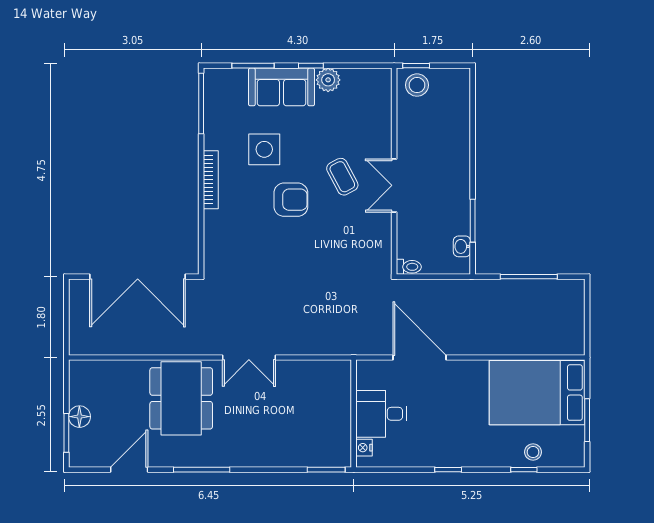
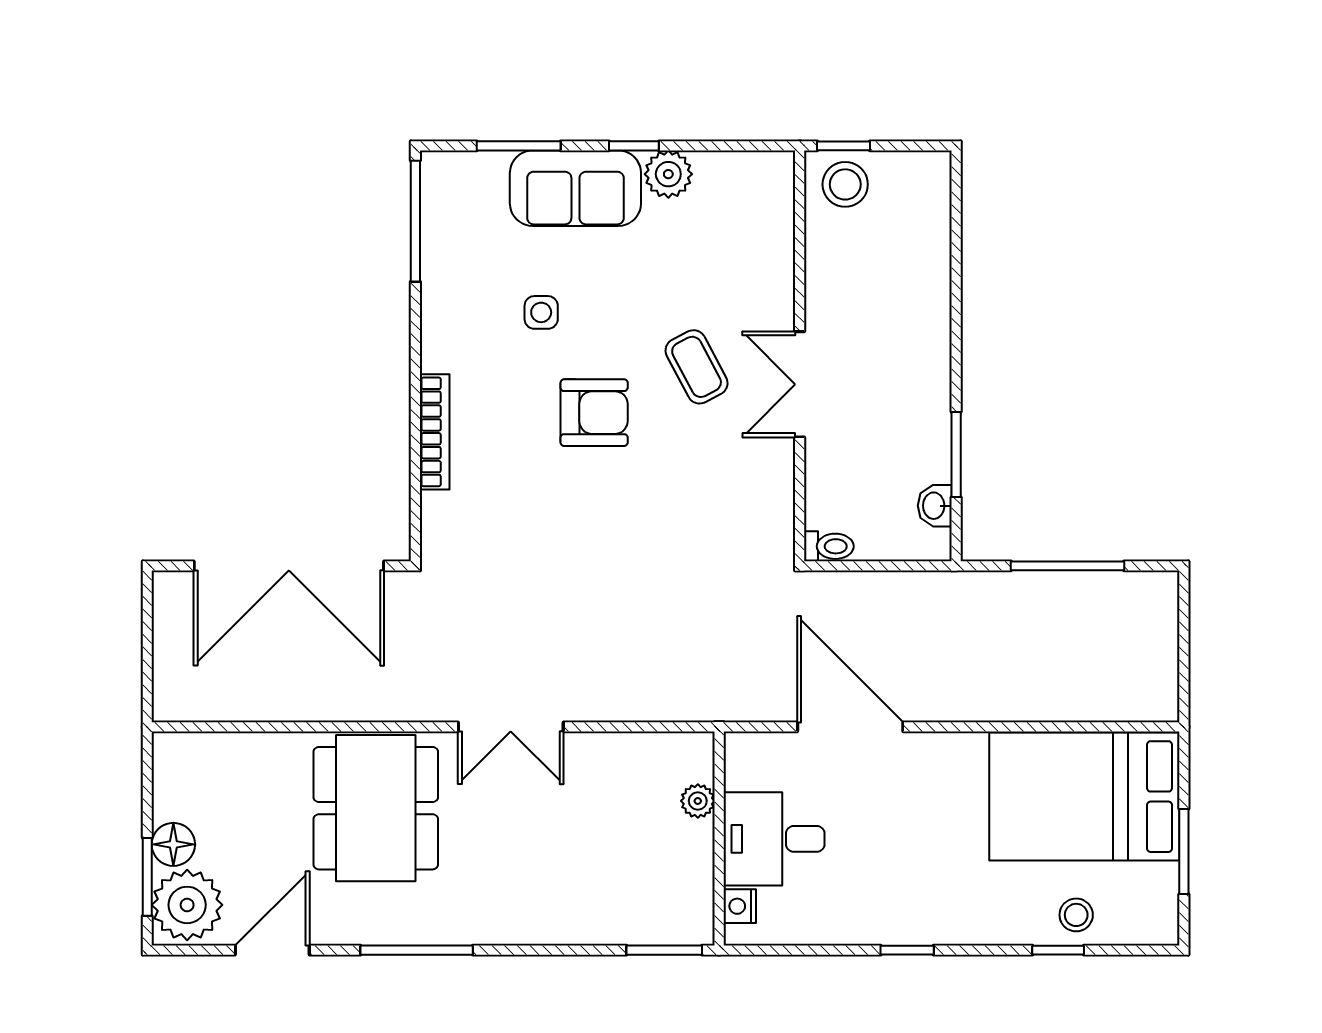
side table: (264, 149) -> (541, 312), width x0.54, depth x0.54
bookcase: (211, 180) -> (435, 432), moved
plant: (343, 395) -> (698, 801), added
plant: (86, 447) -> (187, 905), added

